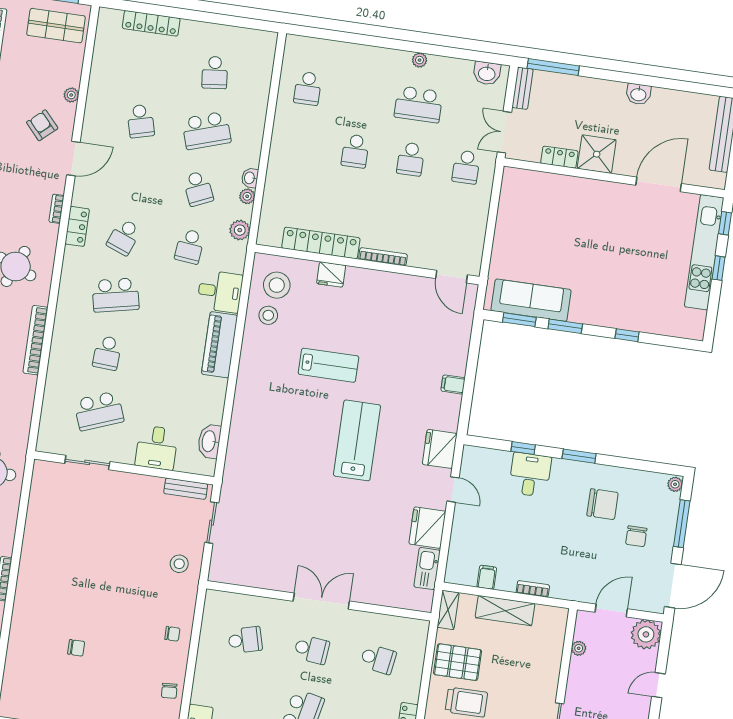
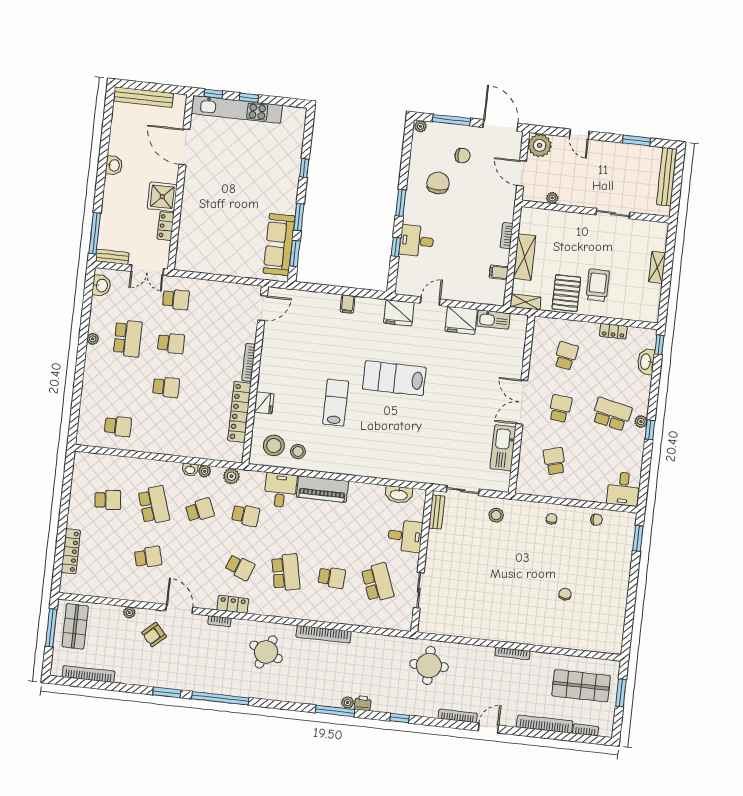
kitchen sink: (264, 575) -> (503, 448), added

